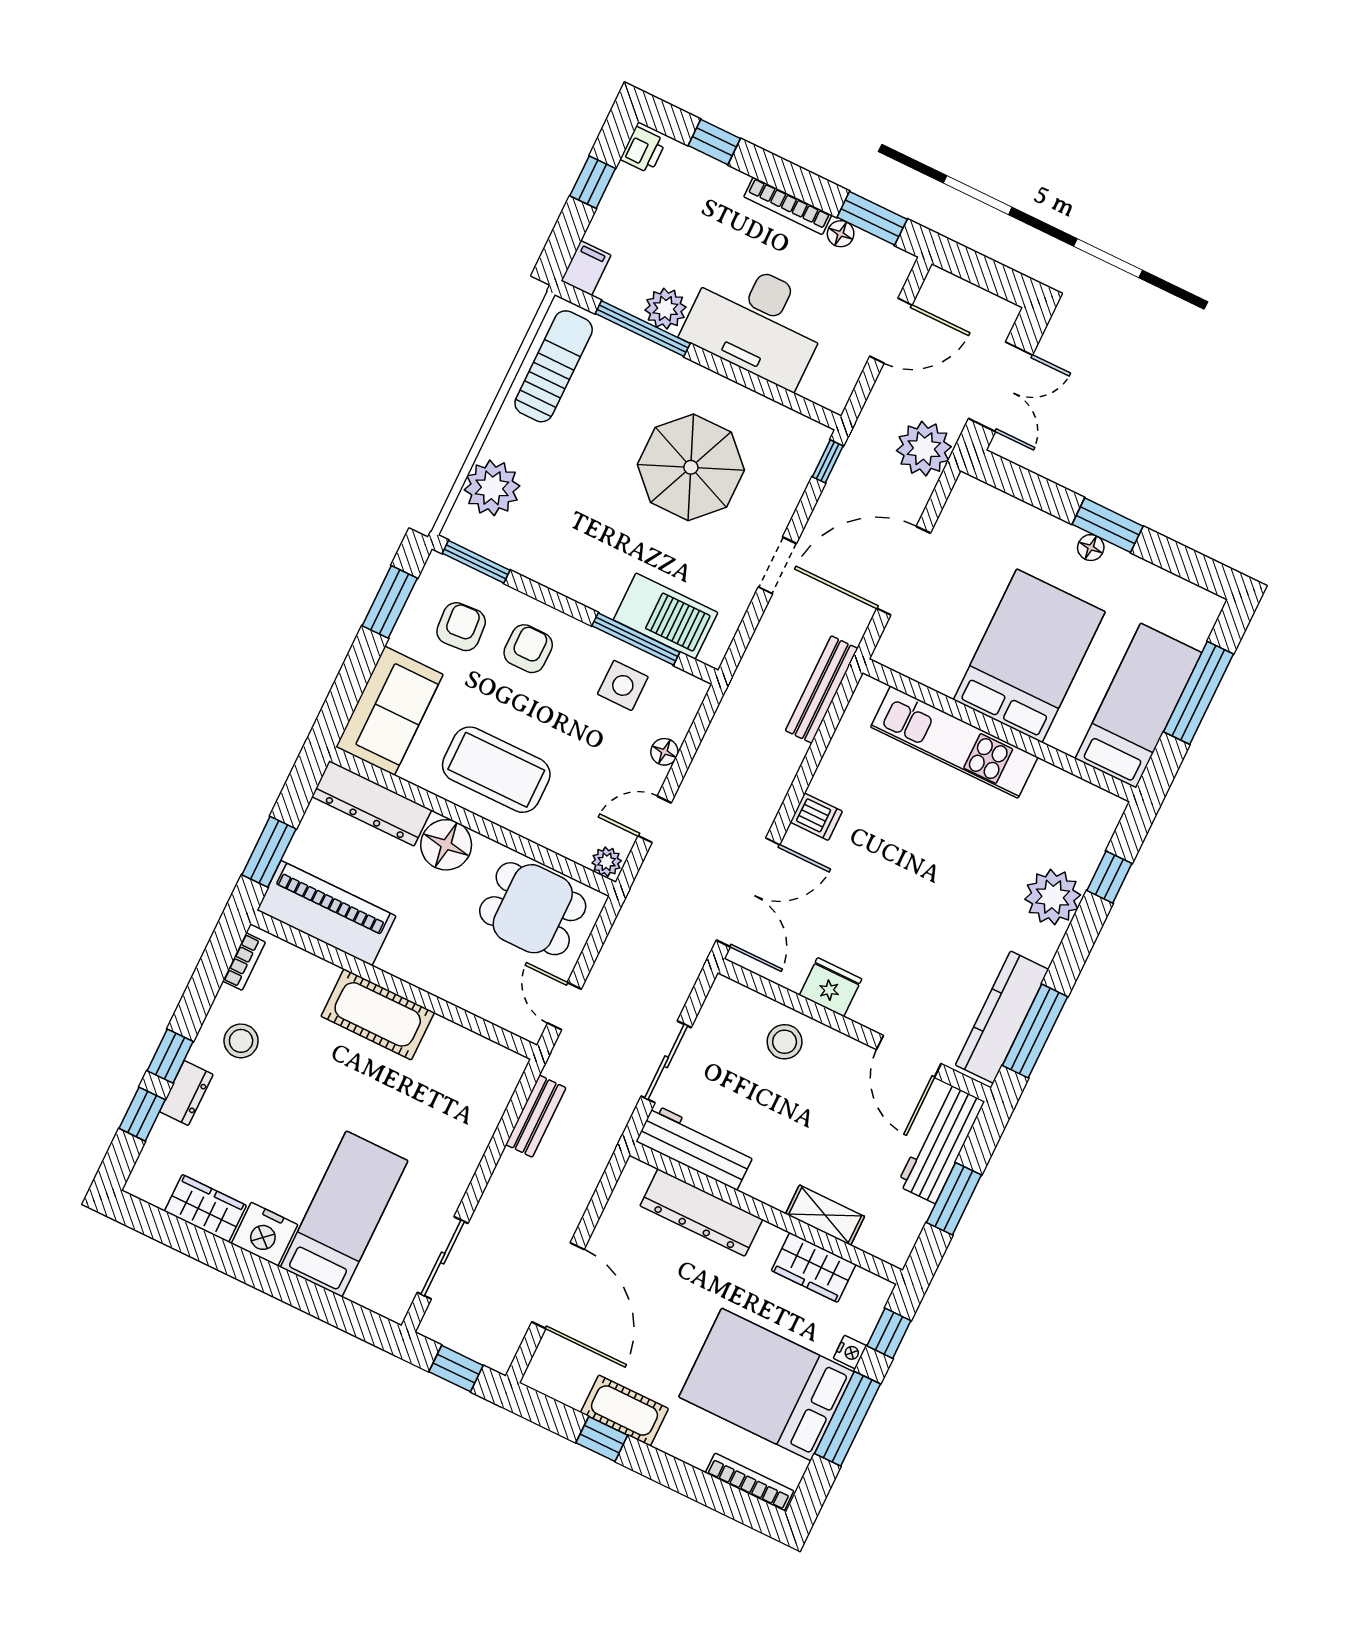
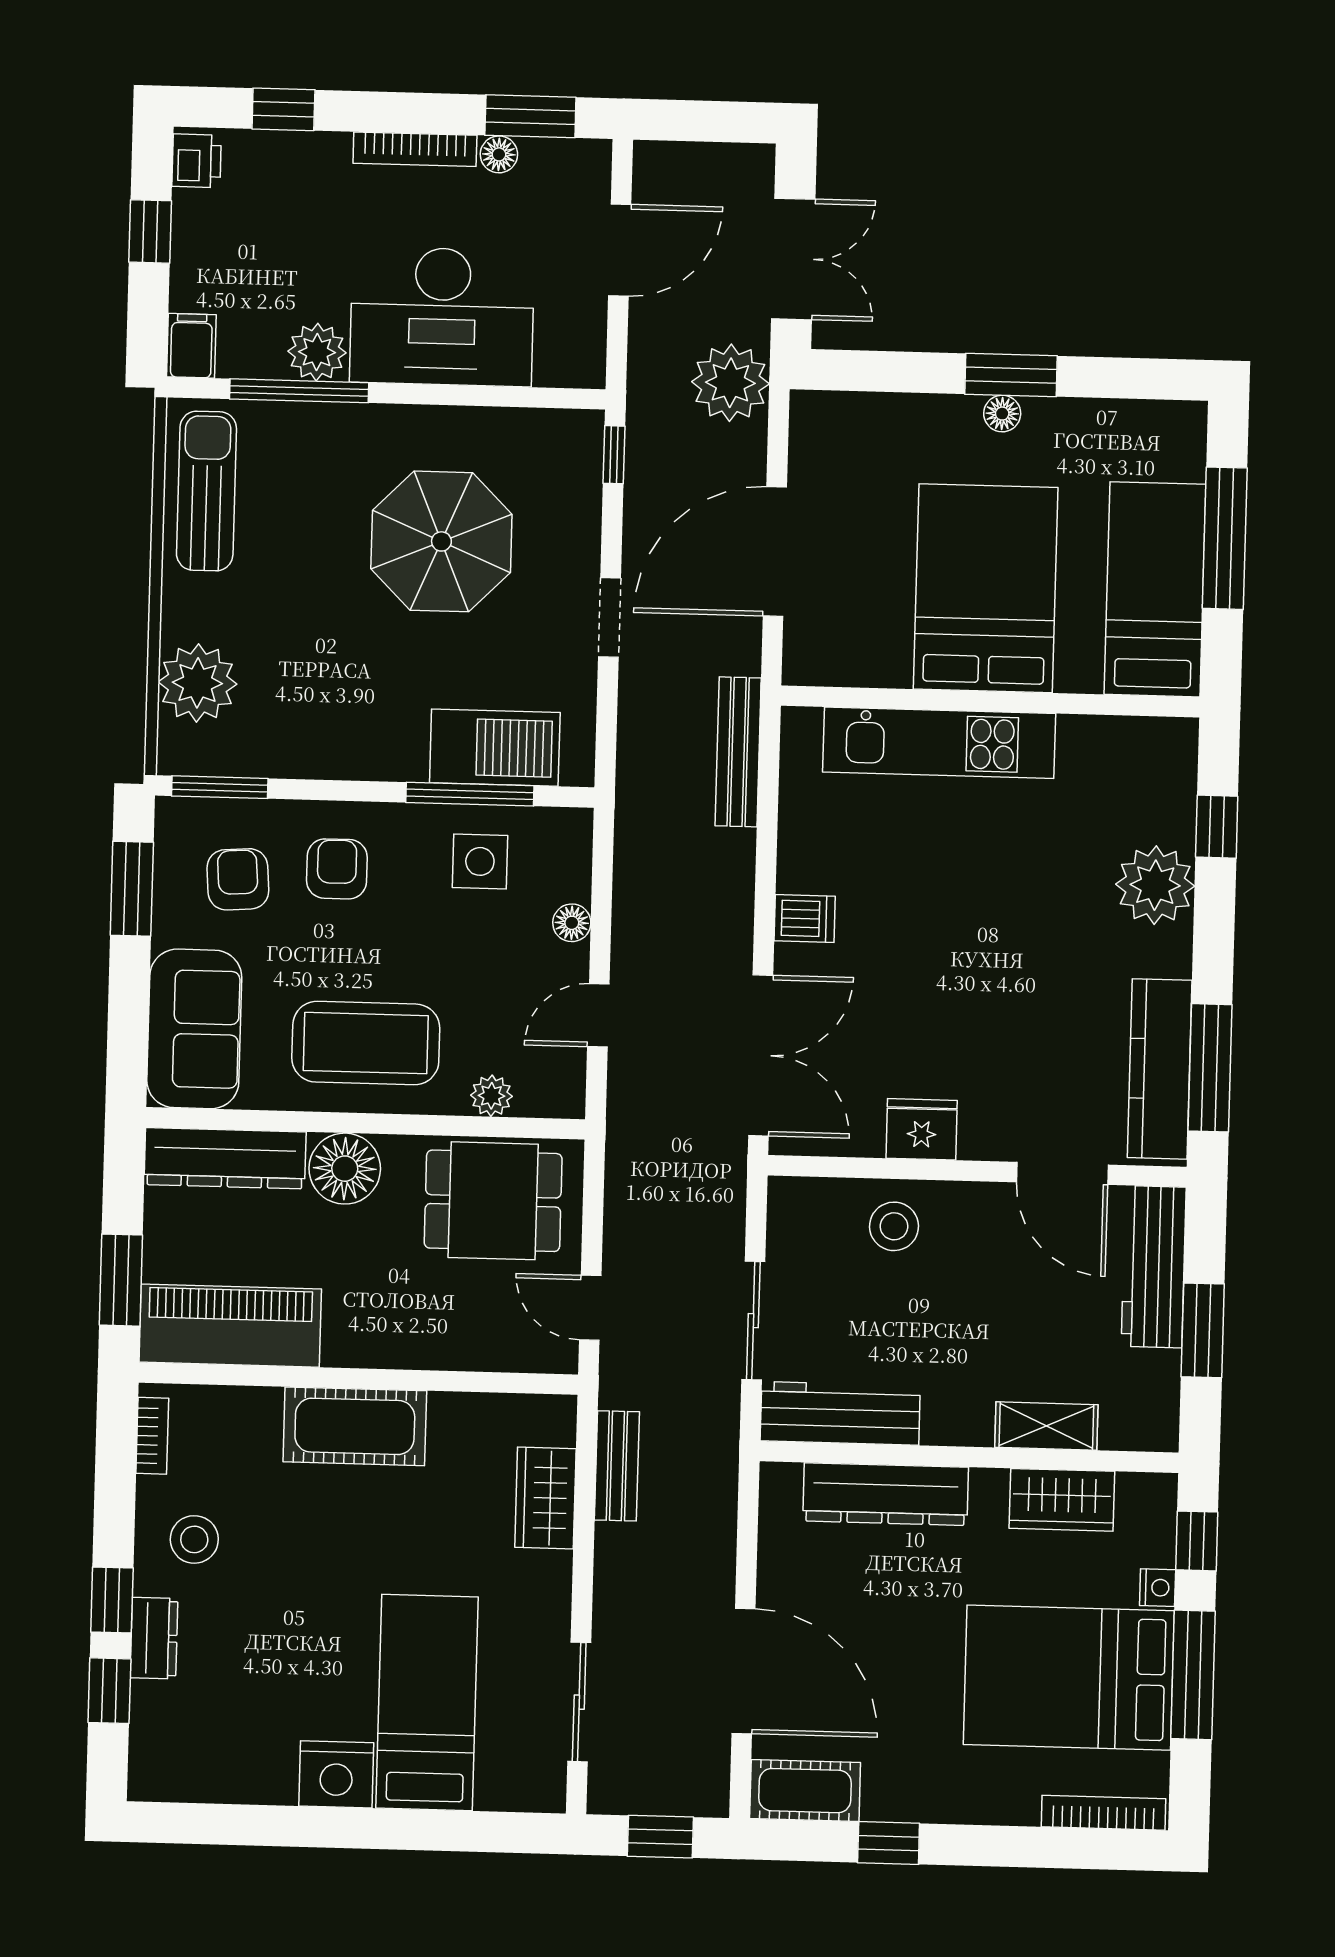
plant: (607, 862) -> (491, 1096), moved
wardrobe: (205, 1208) -> (545, 1498), moved, turned -90
cot: (625, 1411) -> (805, 1791), moved

